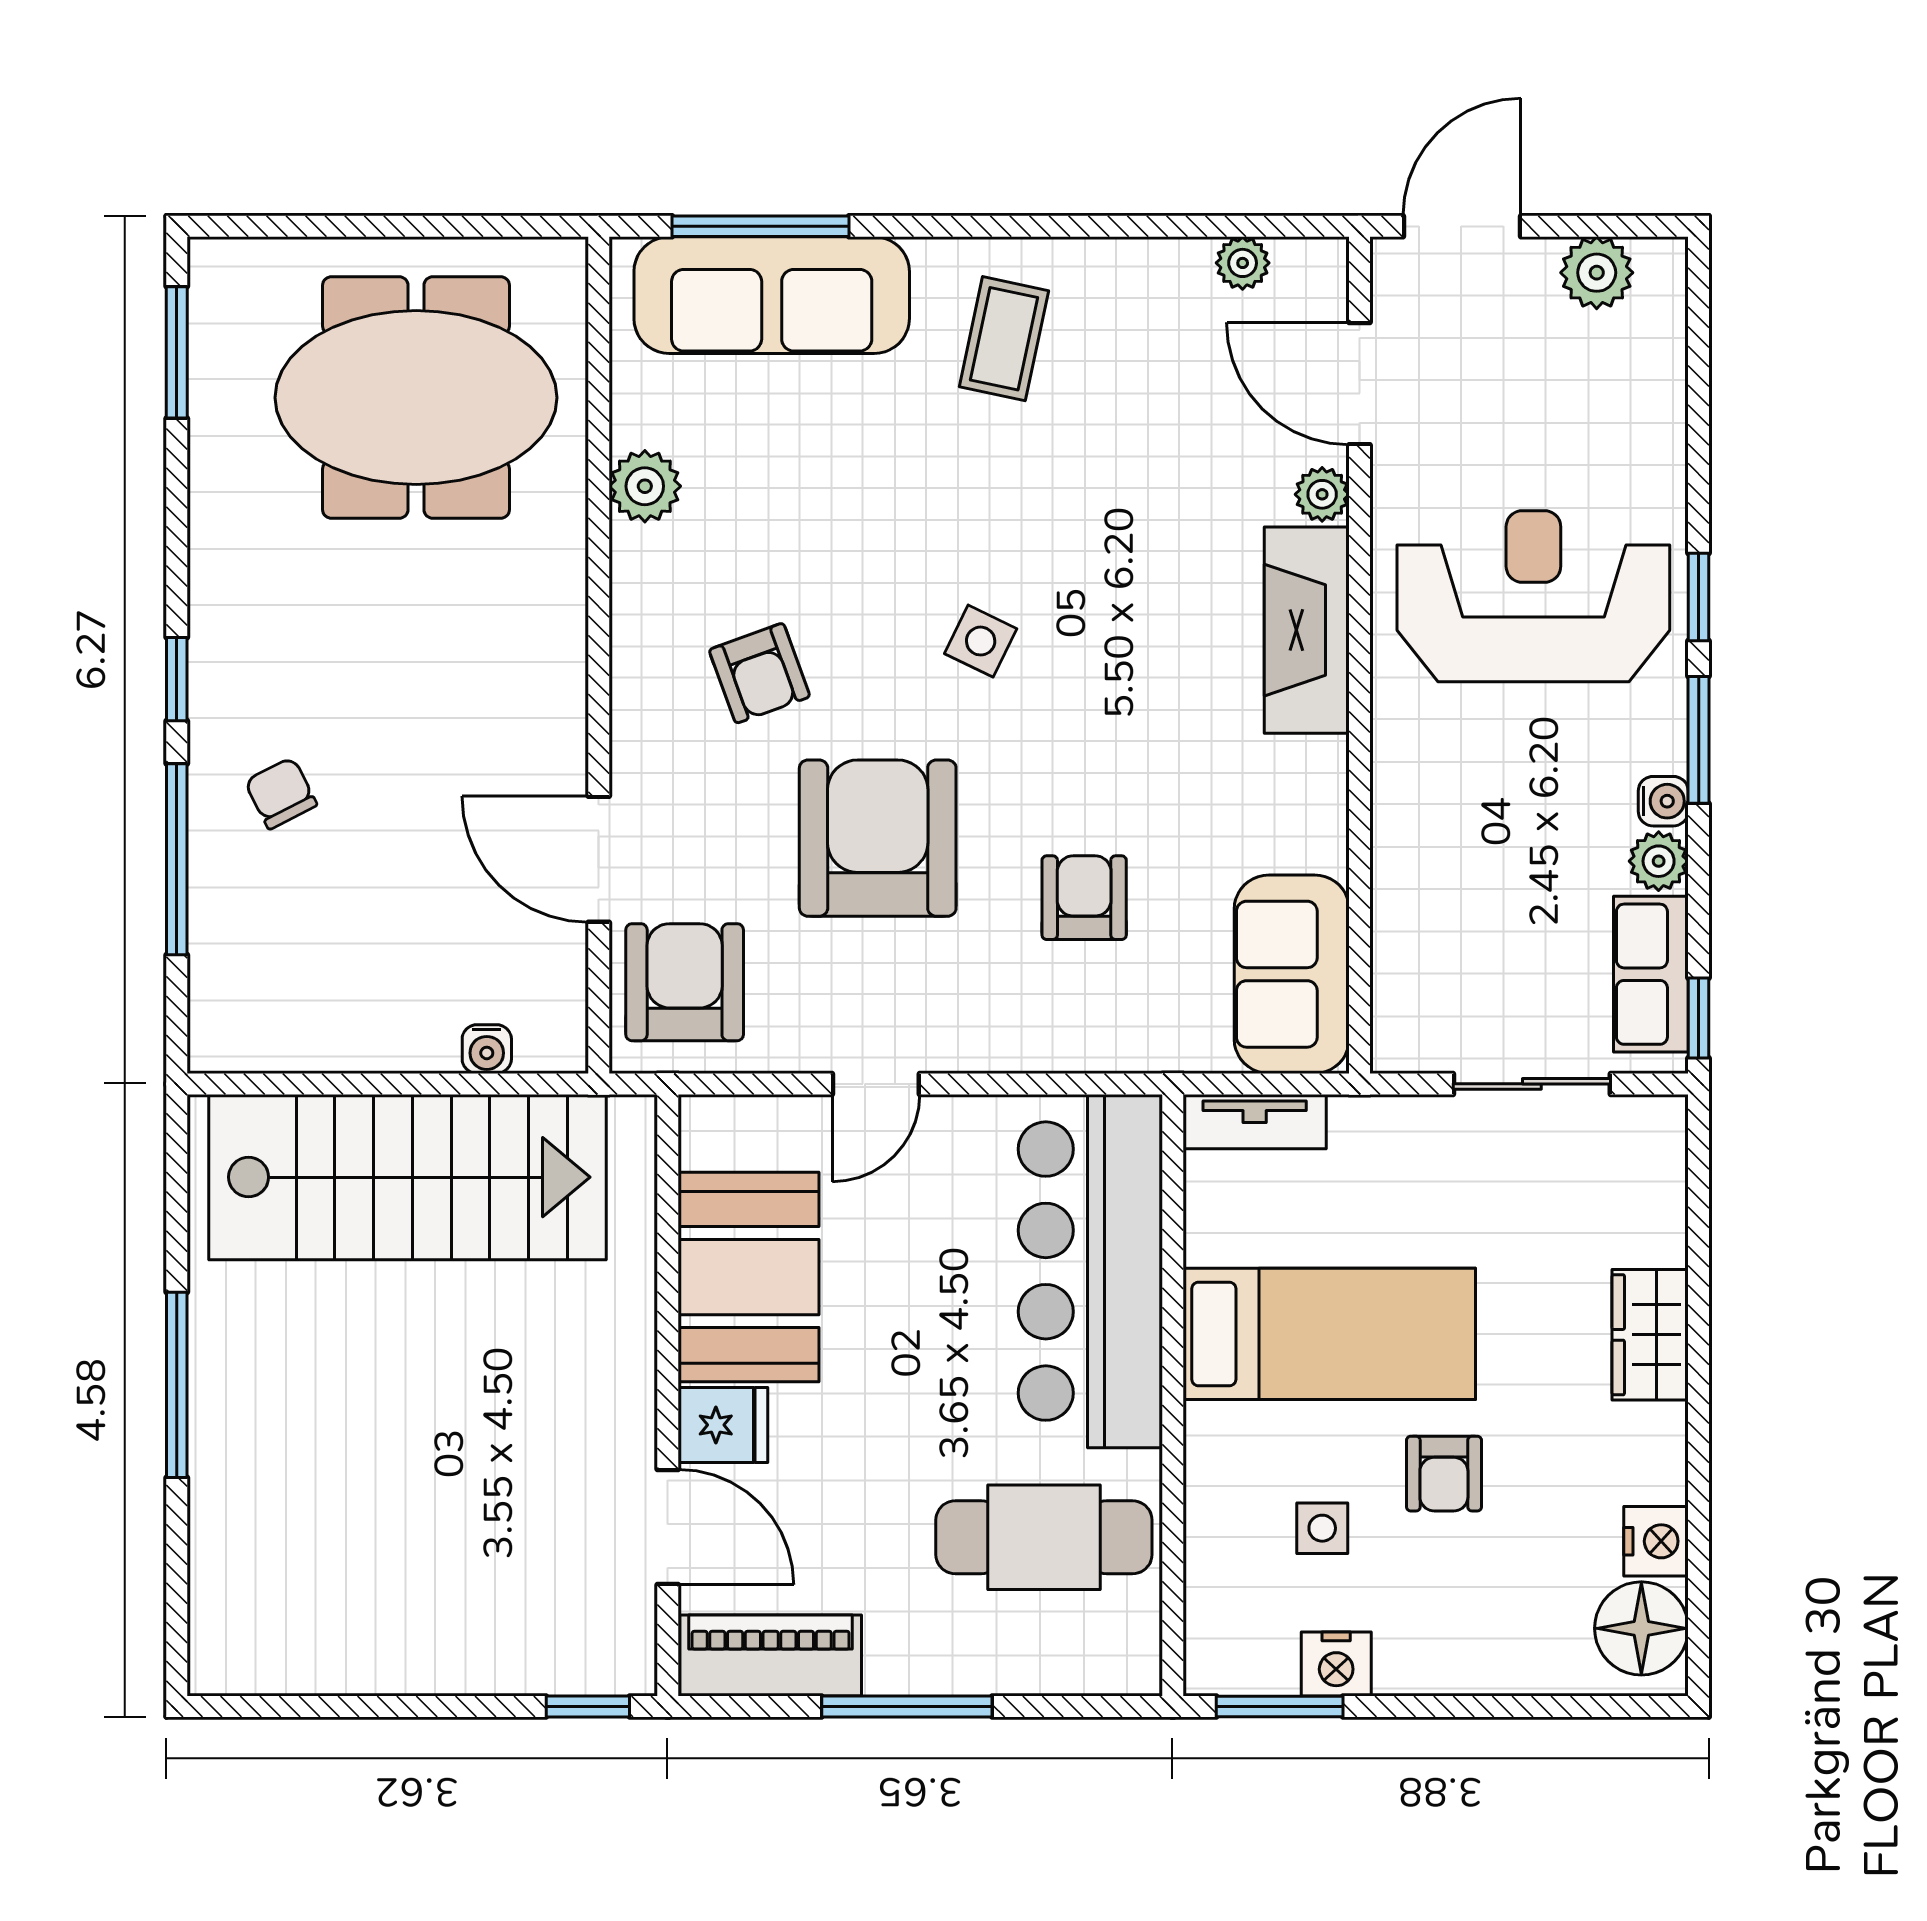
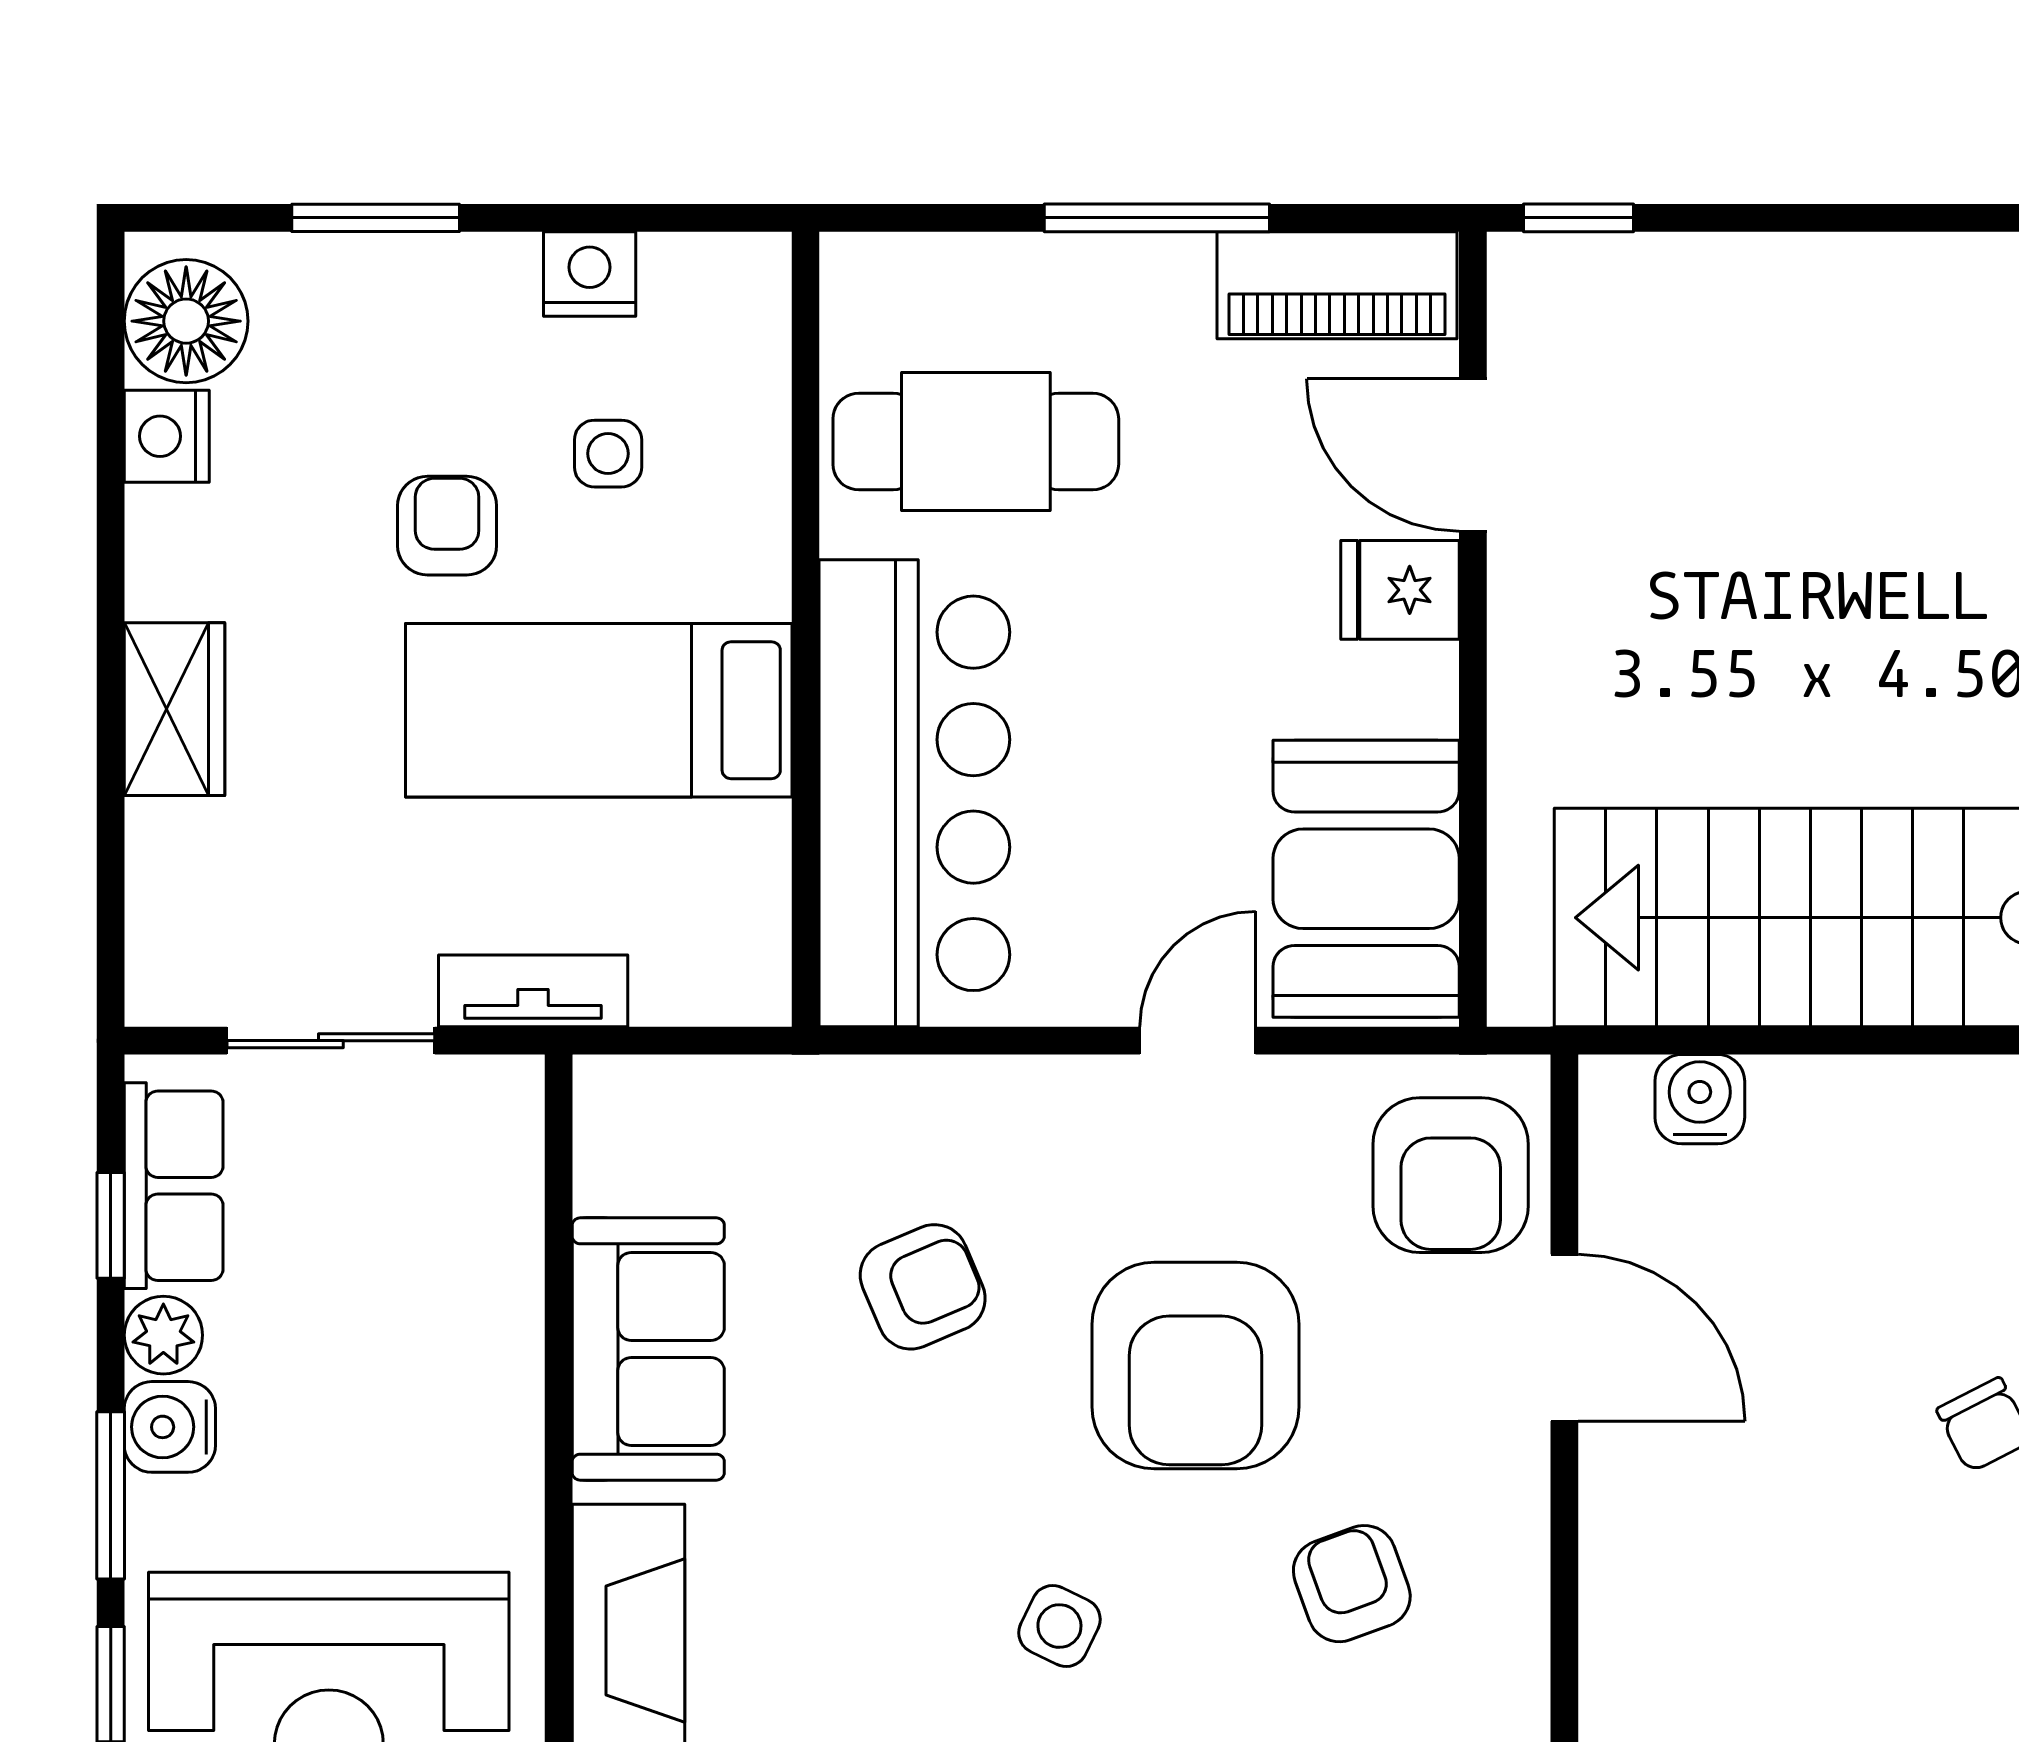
water cooler: (1663, 801) -> (170, 1427), width x1.38, depth x1.38
armchair: (1084, 898) -> (923, 1287), turned -113
sofa: (1292, 974) -> (648, 1349), moved
window: (1699, 1018) -> (111, 1225), moved
water cooler: (487, 1049) -> (1700, 1099), width x1.38, depth x1.38
tv unit: (1255, 1122) -> (533, 991), moved
booth: (749, 1277) -> (1366, 879), moved
window: (1280, 1706) -> (376, 218), moved

